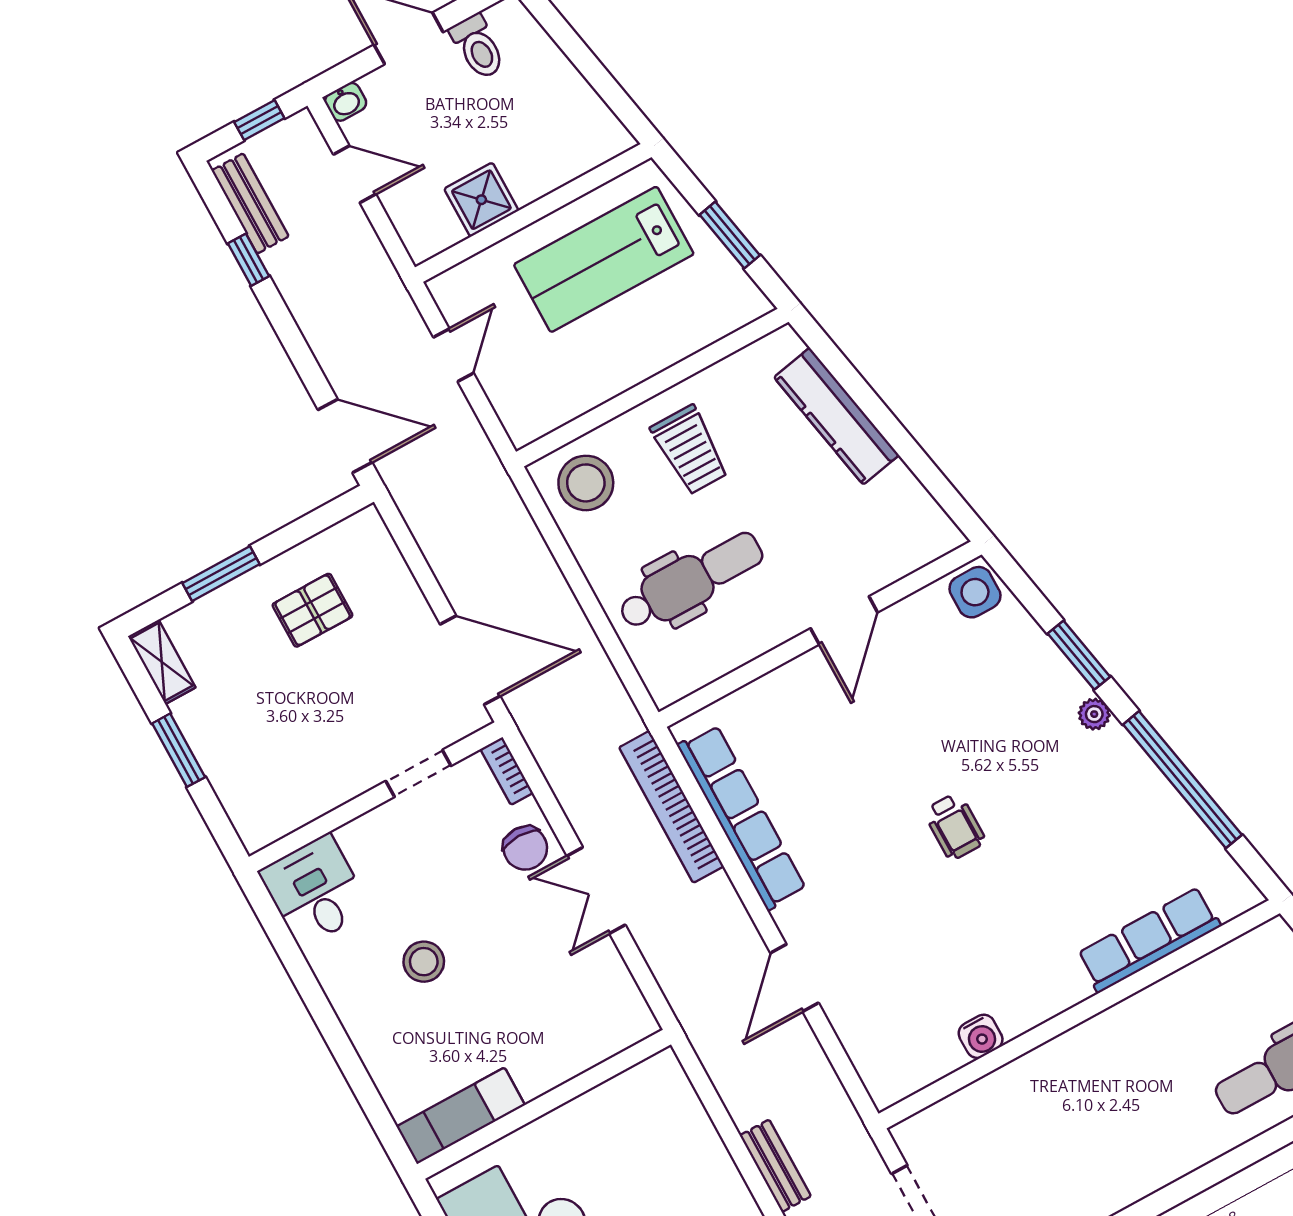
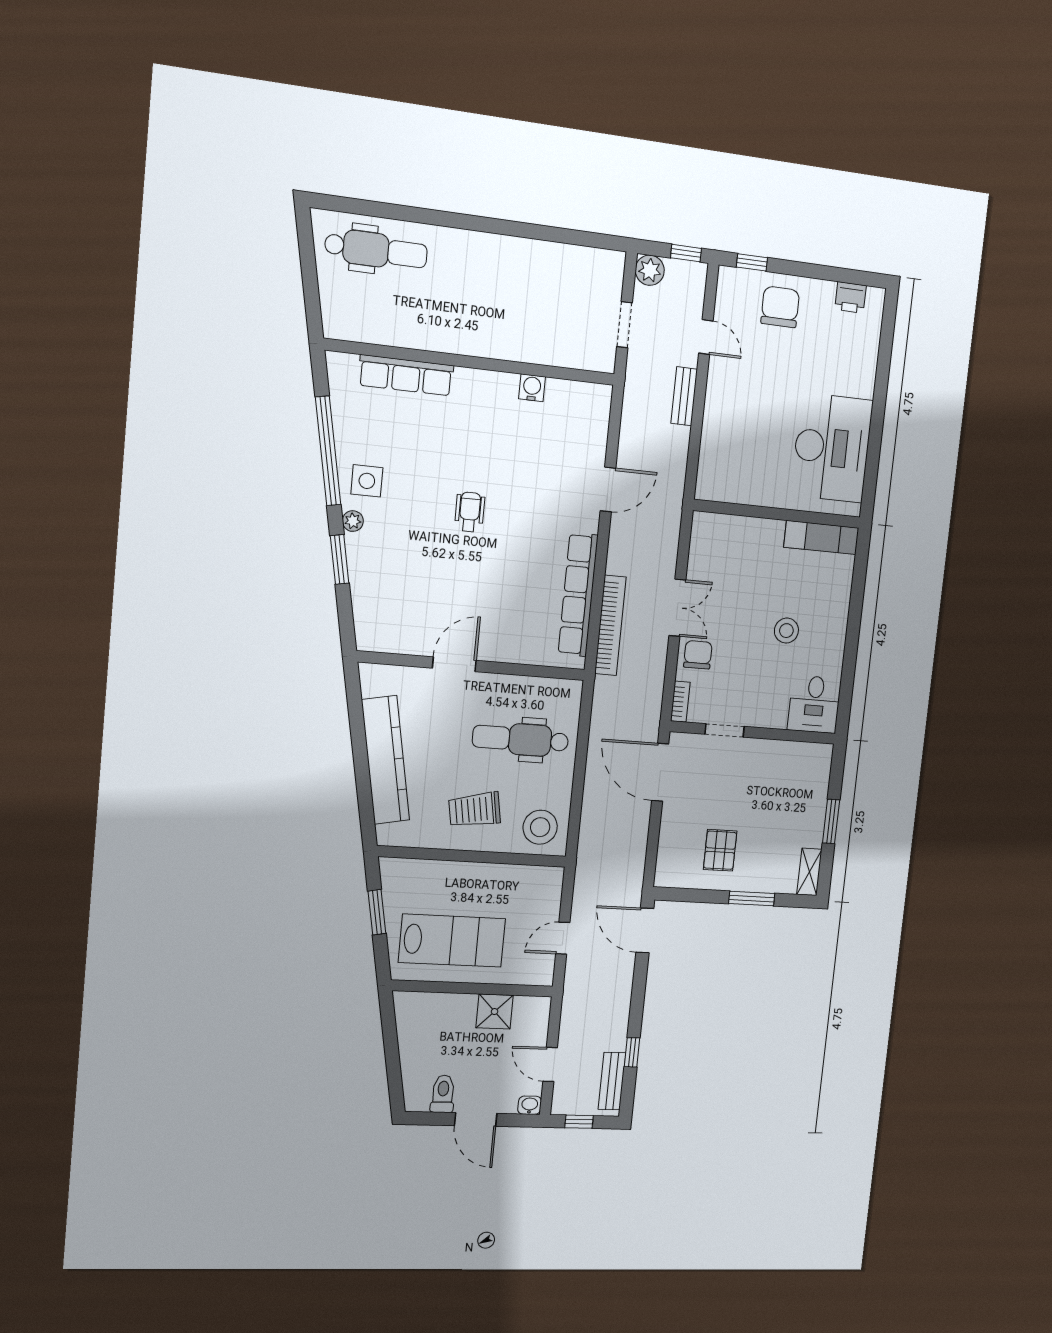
kitchen counter: (837, 416) -> (385, 760), width x1.39, depth x1.17
trolley: (690, 450) -> (475, 810), turned -100
side table: (975, 592) -> (367, 481), moved
pallet: (313, 610) -> (720, 850), turned 90

